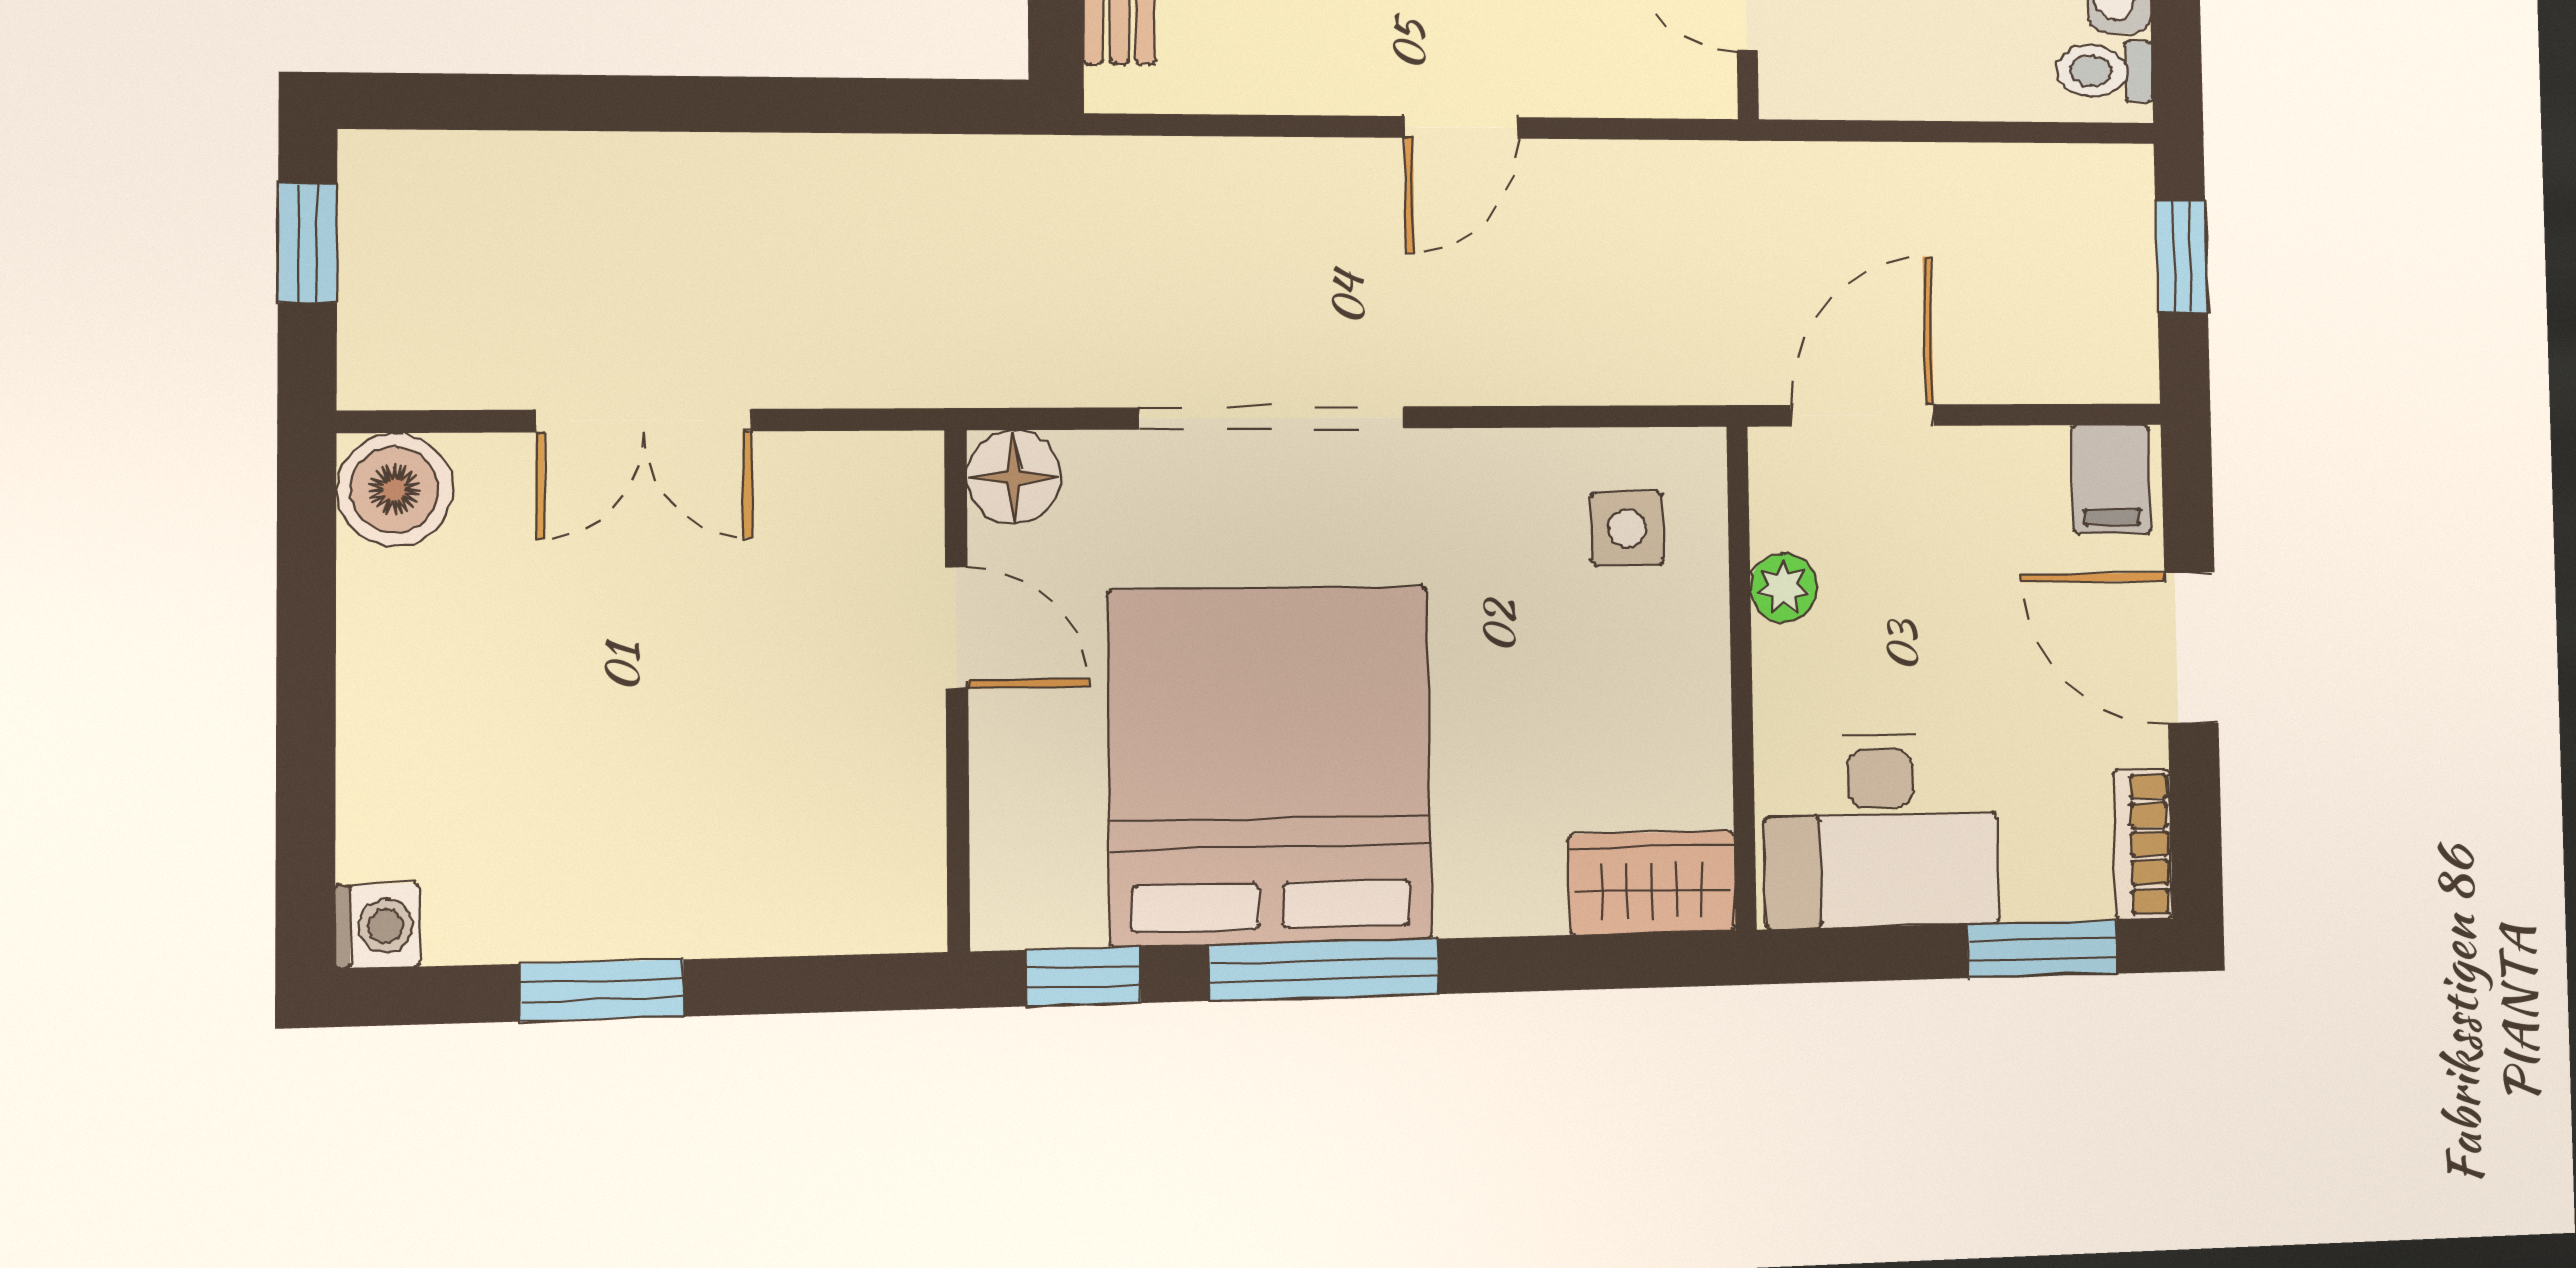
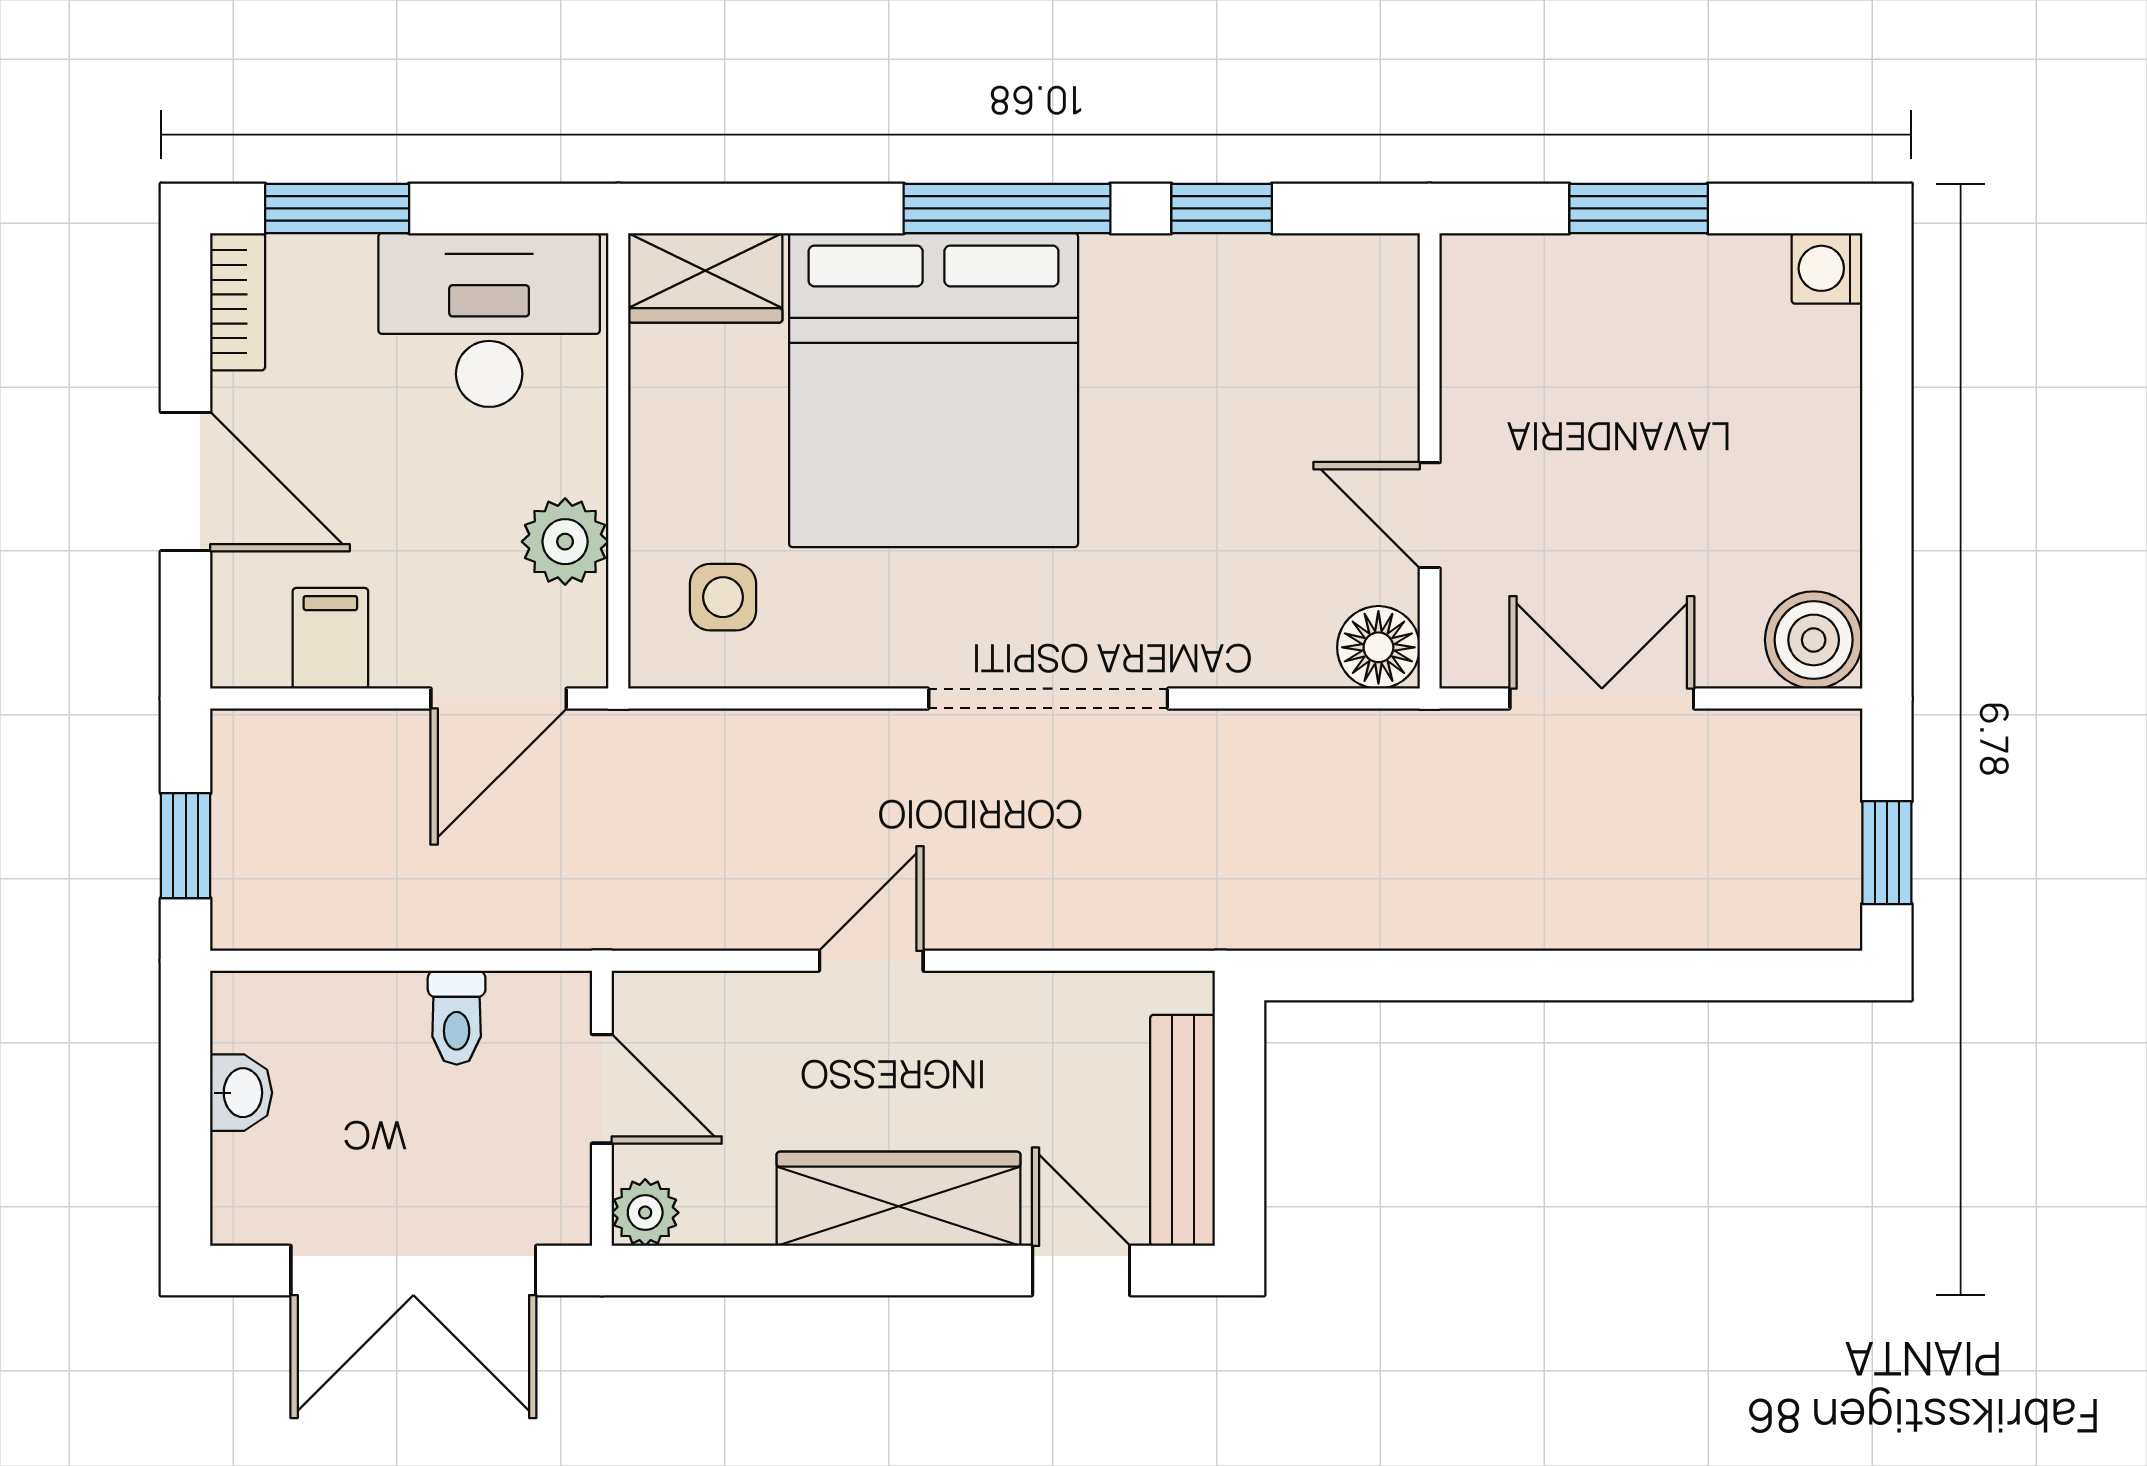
toilet: (2104, 71) -> (457, 1018), moved, turned 90
floor lamp: (1014, 477) -> (1378, 647), moved
filing cabinet: (2111, 479) -> (330, 638), moved
plant: (1784, 588) -> (565, 542), width x1.38, depth x1.38
door: (957, 628) -> (1430, 515), moved
wall: (957, 690) -> (1430, 461), moved
bed: (1270, 765) -> (934, 390), moved

